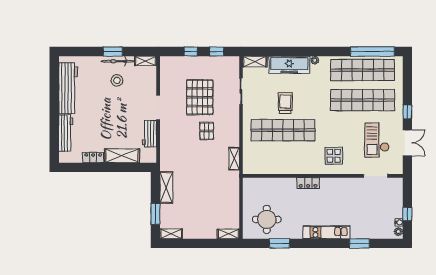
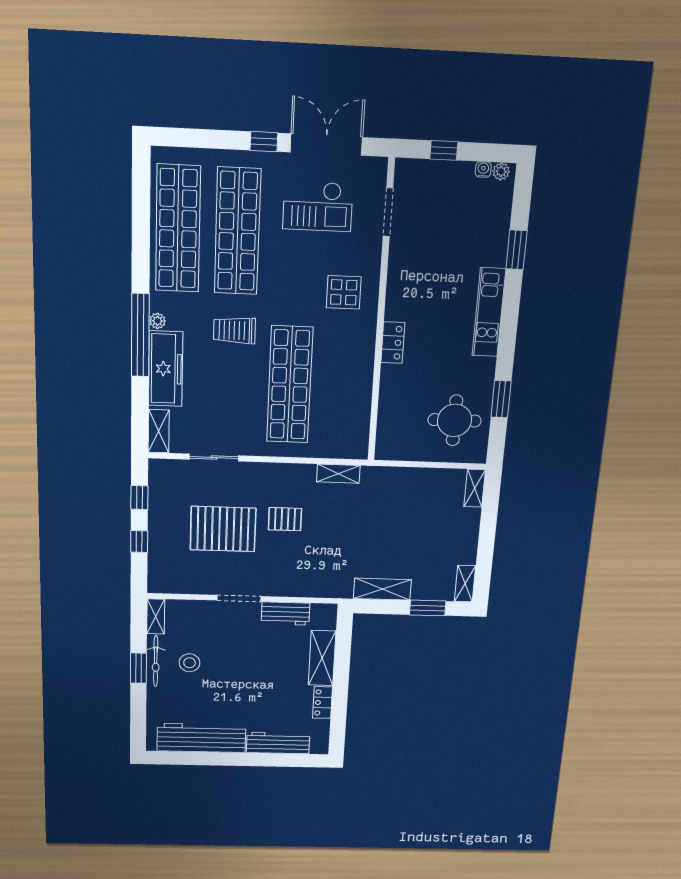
window: (372, 52) -> (140, 335), moved
trolley: (285, 103) -> (235, 330), moved
double door: (407, 143) -> (326, 145), width x1.37
window: (407, 214) -> (444, 150), moved

